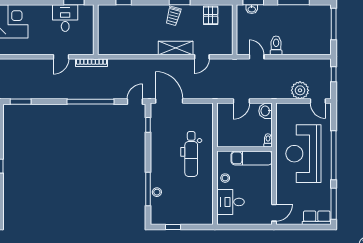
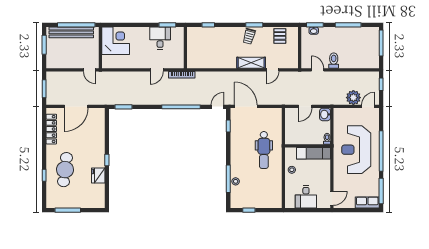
door: (318, 101) -> (368, 106), swing flipped
desk: (230, 202) -> (306, 197), moved, turned -90

